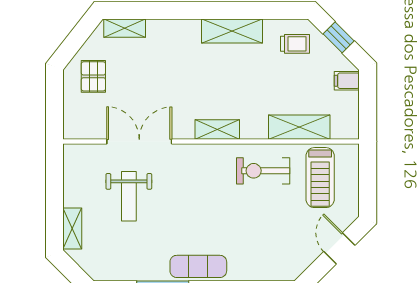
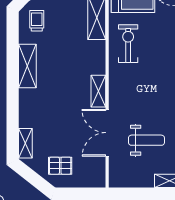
shelving: (217, 129) -> (98, 91), moved
exercise bike: (263, 171) -> (128, 44), turned 180

